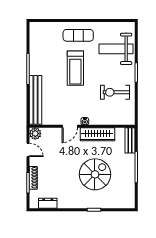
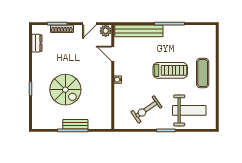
weight bench: (116, 49) -> (189, 110), turned 90
treadmill: (75, 68) -> (170, 70), turned 180
exercise bike: (115, 92) -> (146, 109), turned -125
door: (70, 126) -> (113, 54), moved
wardrobe: (97, 134) -> (105, 92), removed
bench: (130, 140) -> (75, 124), moved

